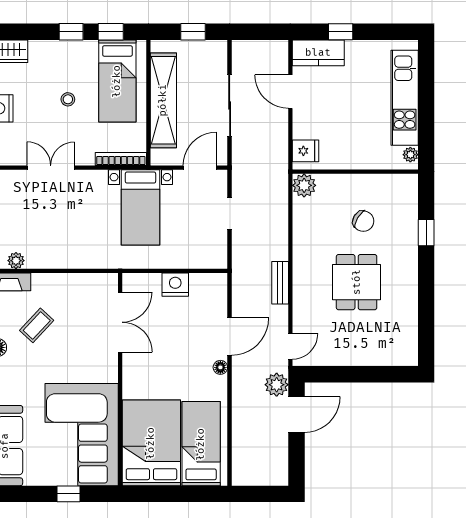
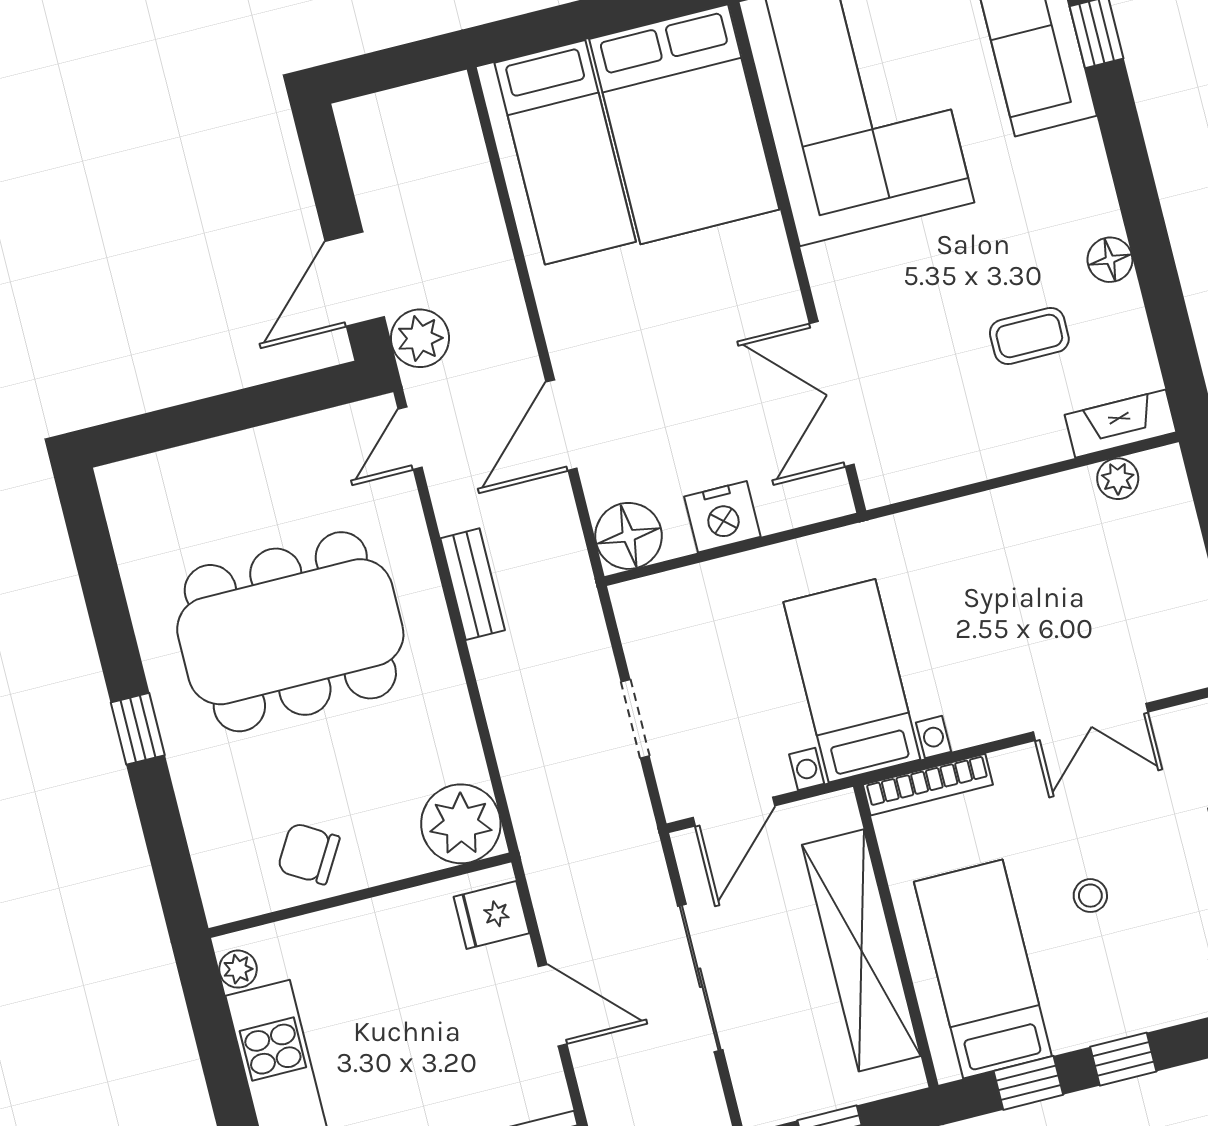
door: (290, 92) -> (552, 1005), moved
plant: (304, 185) -> (461, 824), width x1.36, depth x1.36
chair: (363, 221) -> (308, 854), moved
window: (426, 233) -> (138, 729), moved
dining table: (357, 282) -> (290, 632), width x1.88, depth x1.24
coffee table: (37, 325) -> (1029, 336), turned 47
floor lamp: (220, 367) -> (629, 536), moved, width x1.89, depth x1.89

